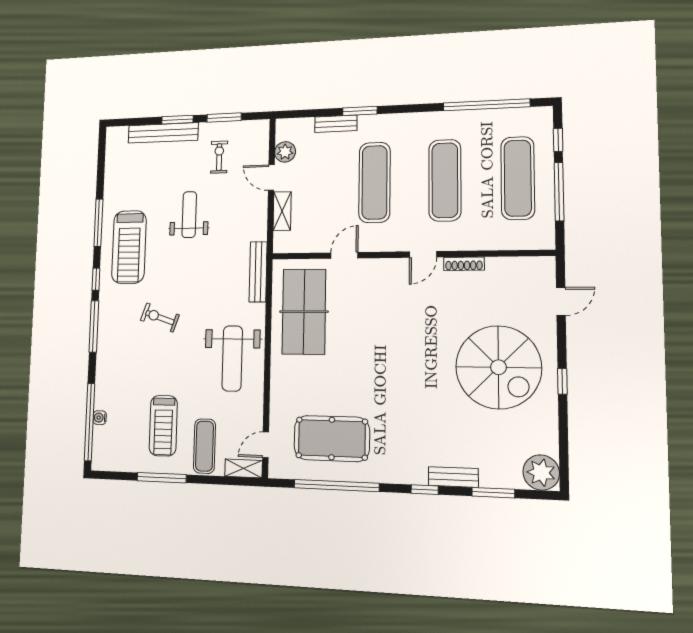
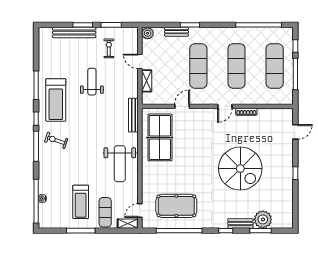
plant: (285, 152) -> (148, 33), moved
exercise bike: (160, 318) -> (56, 140), moved
spiral stairs: (498, 367) -> (240, 169), moved
plant: (541, 473) -> (263, 219), moved

